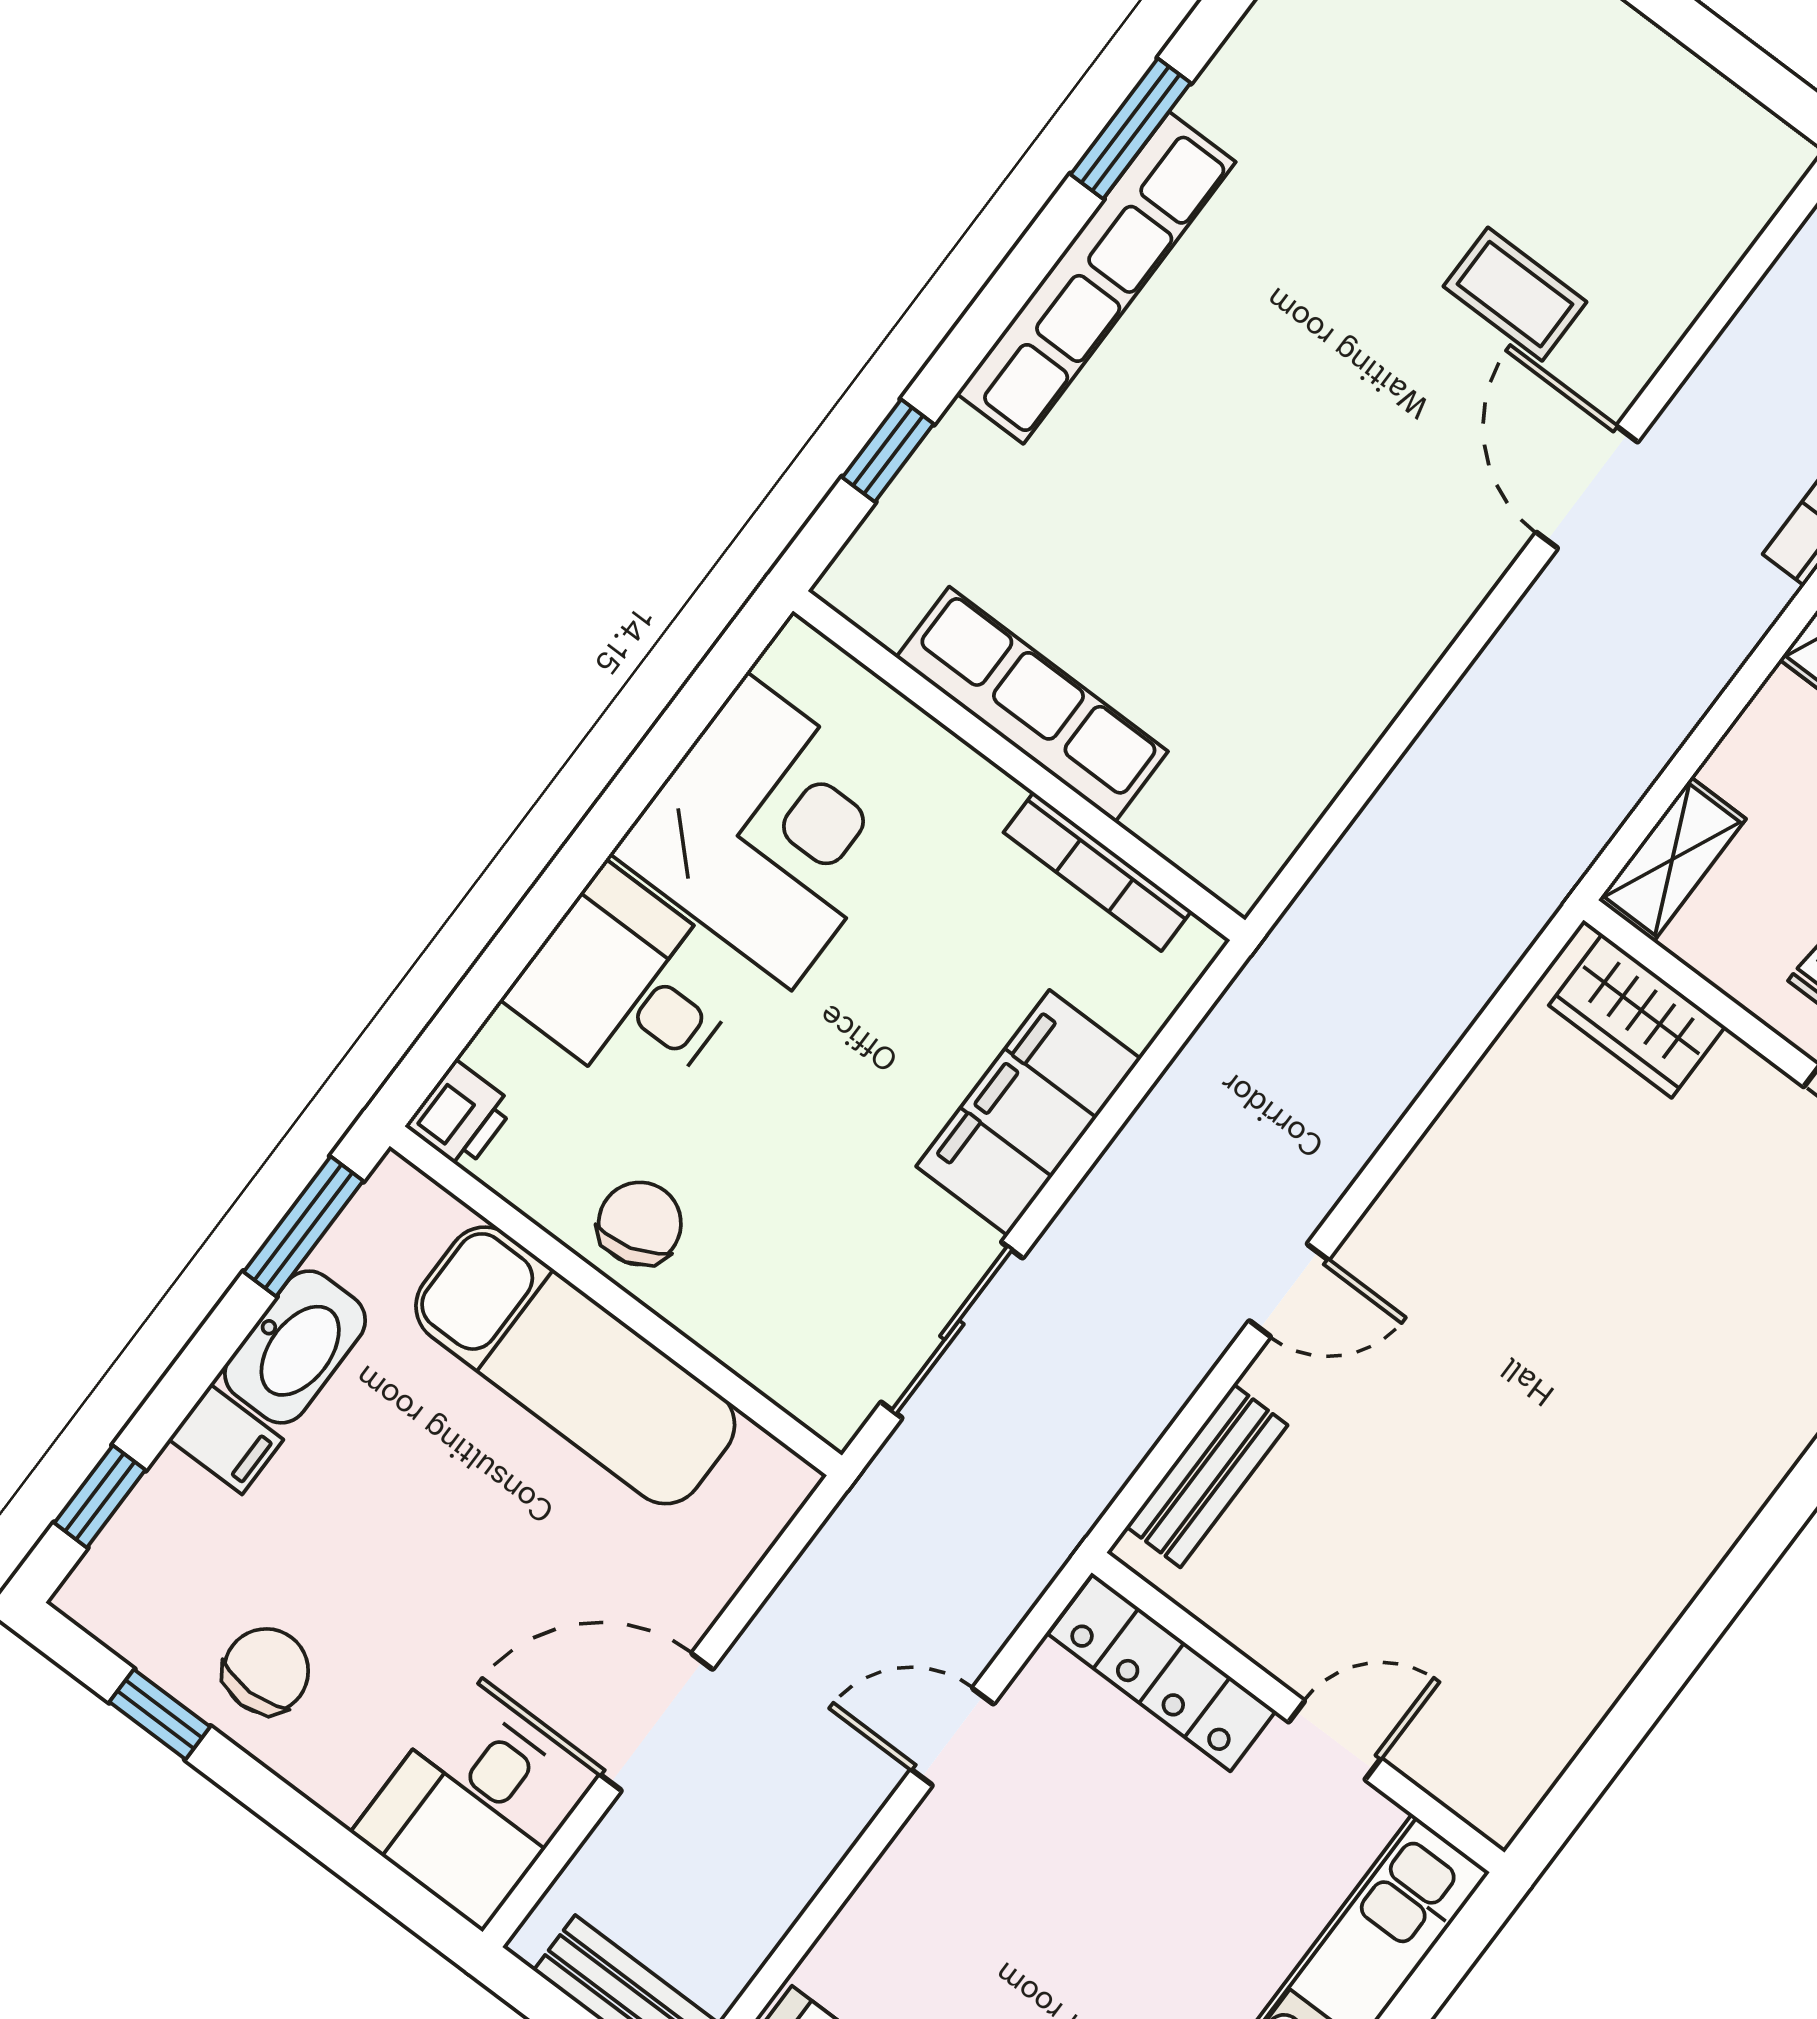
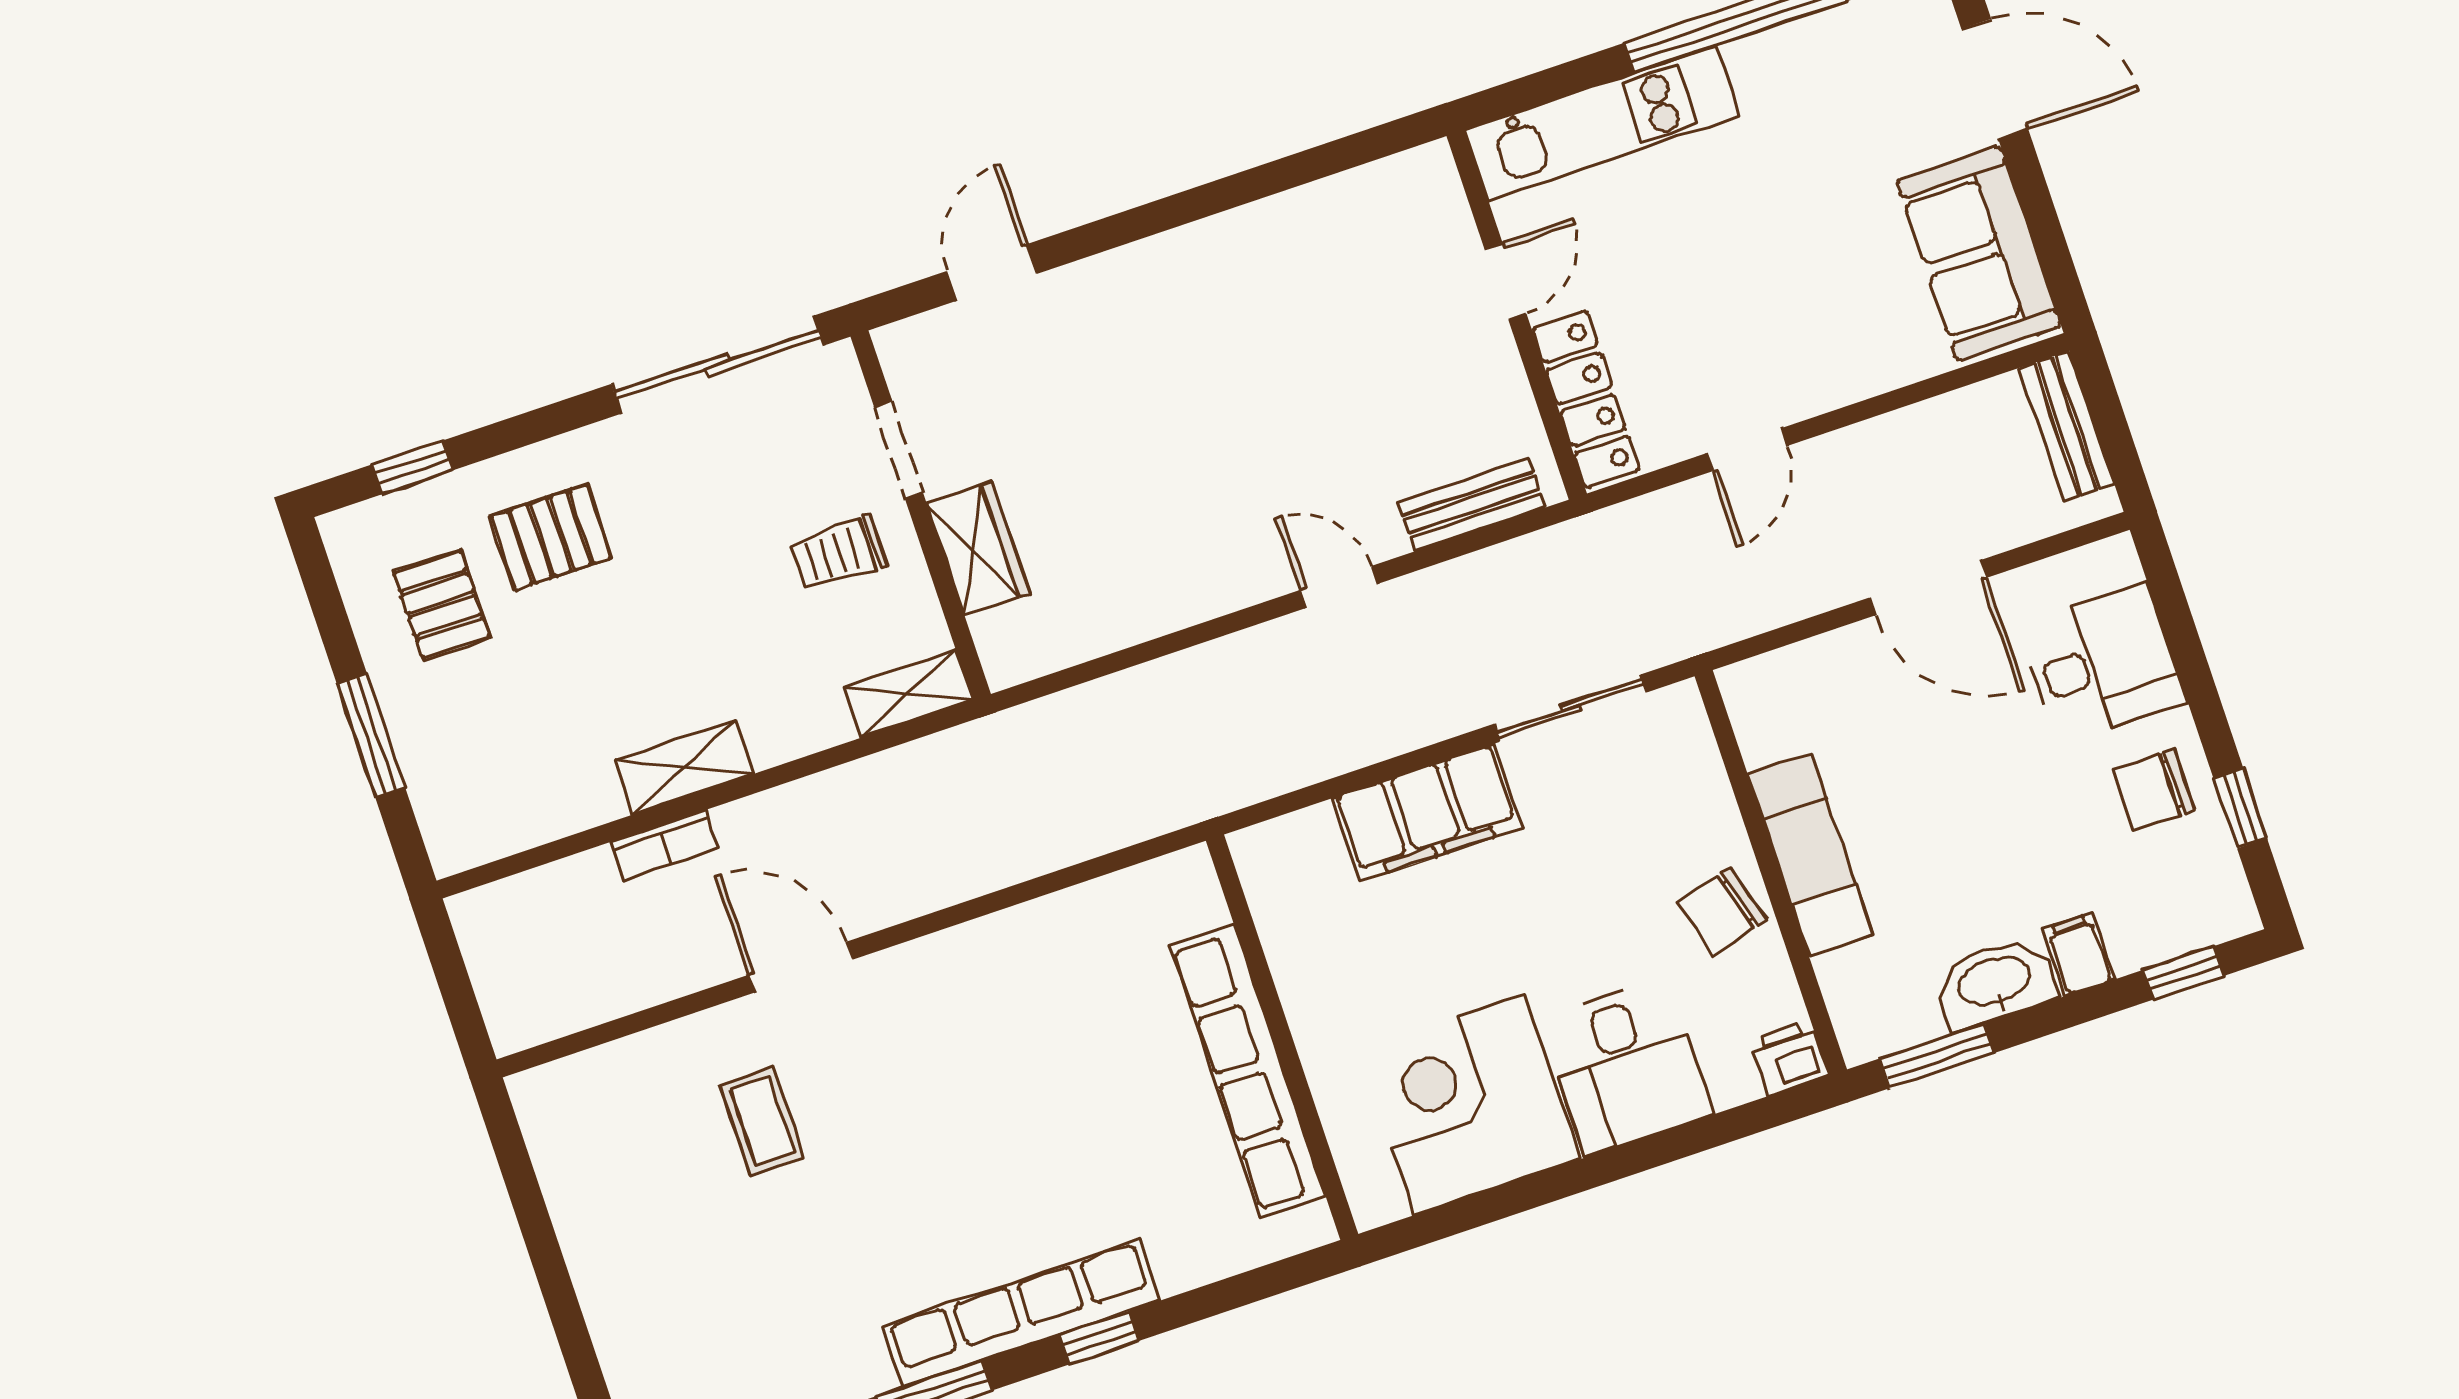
window: (888, 451) -> (1099, 1338), moved
door: (1587, 487) -> (800, 967), swing flipped
row of seats: (1032, 704) -> (1247, 1070), width x1.36
bookcase: (1098, 872) -> (1278, 936), removed
wardrobe: (1637, 1016) -> (978, 549), moved
exam couch: (575, 1365) -> (1810, 854), width x0.73, depth x0.69
door: (952, 1737) -> (1747, 450), hinge flipped
door: (1335, 1740) -> (1505, 281), swing flipped
desk: (470, 1811) -> (2102, 663), moved

